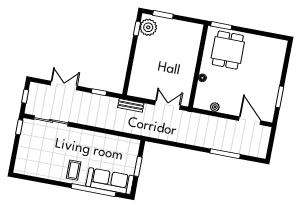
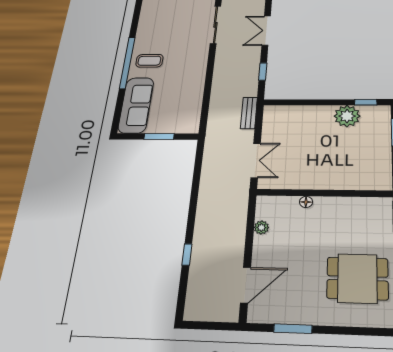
plant: (148, 27) -> (347, 116), moved
dining table: (228, 50) -> (357, 278), moved
double door: (64, 85) -> (266, 30), swing flipped
window: (225, 154) -> (187, 255), width x0.46
window: (94, 190) -> (127, 63), moved

